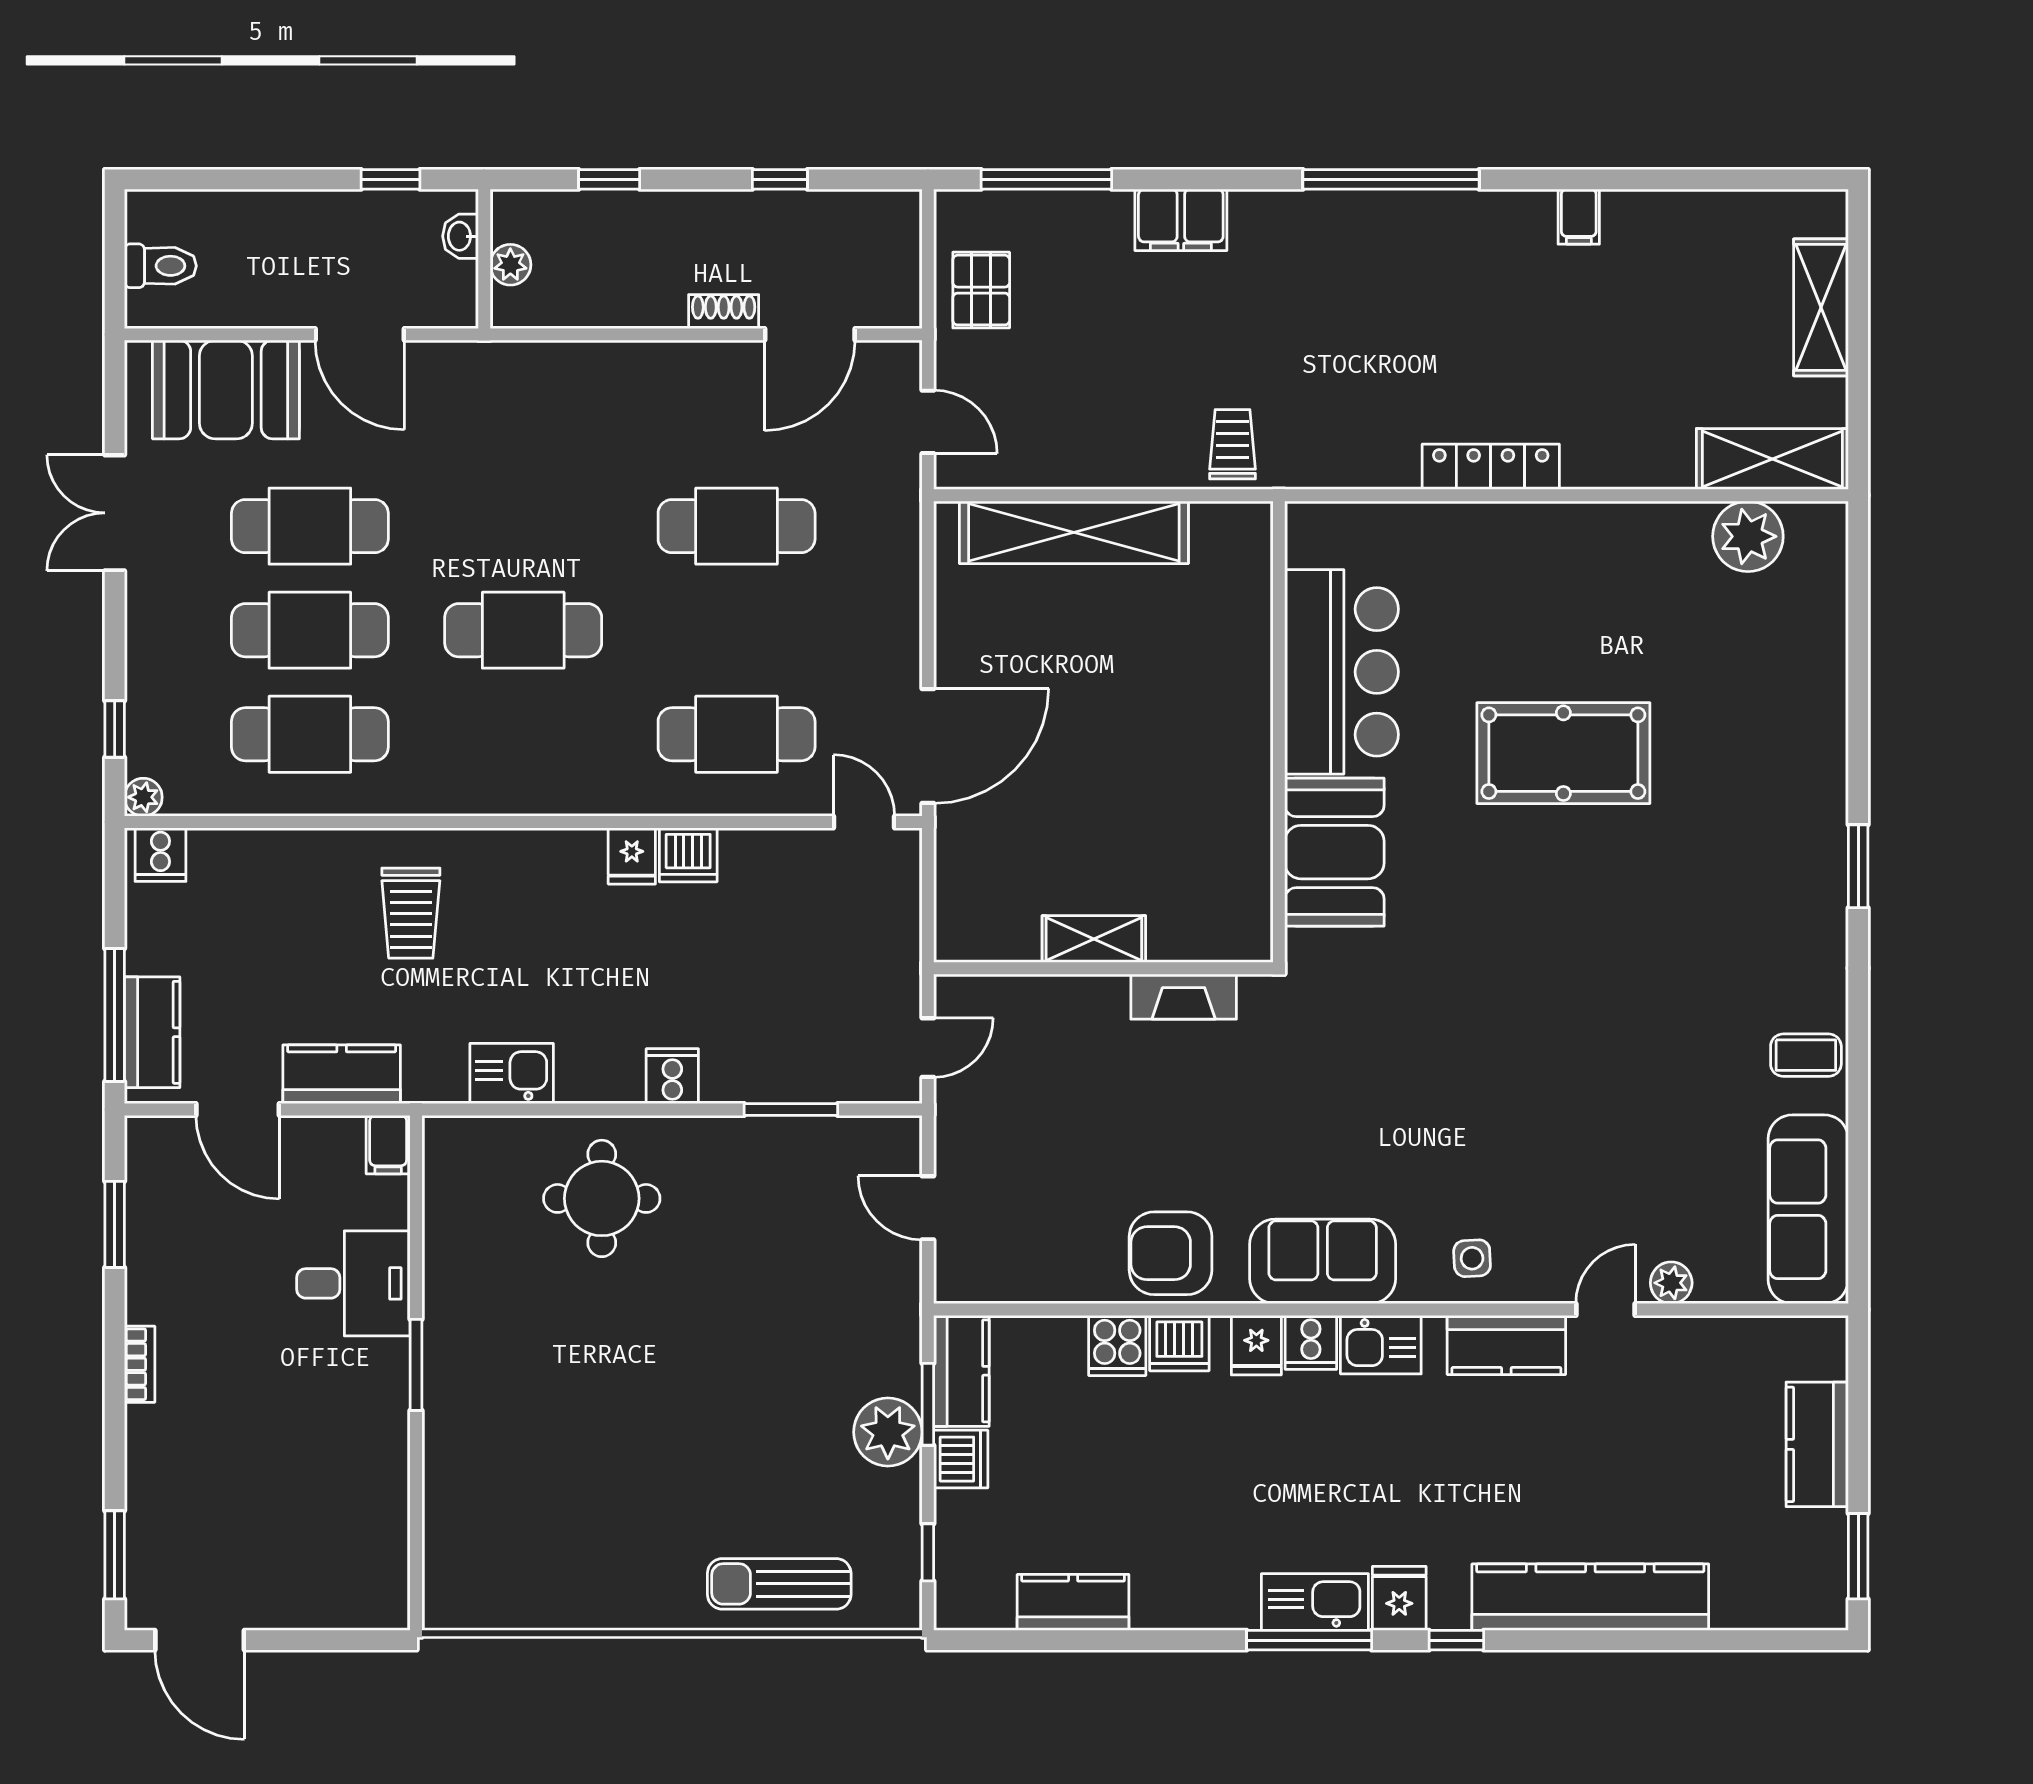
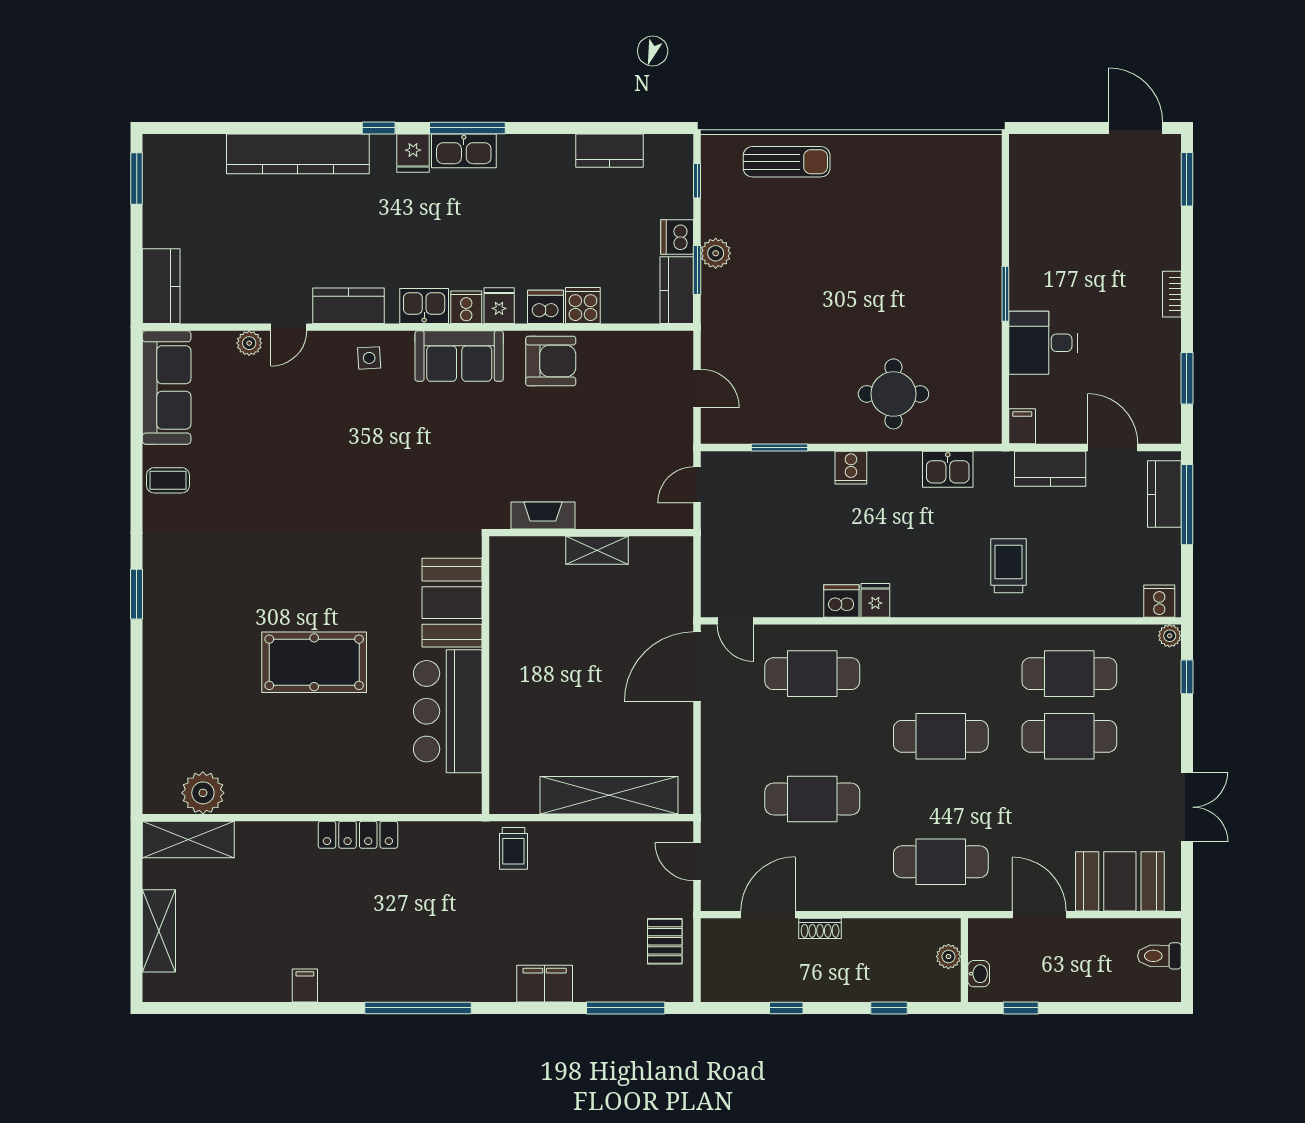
cafe table: (310, 526) -> (941, 862), moved
plant: (888, 1432) -> (716, 253), width x0.73, depth x0.73
kitchen counter: (1817, 1444) -> (161, 286), moved

